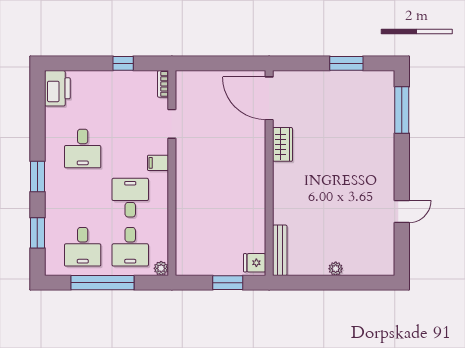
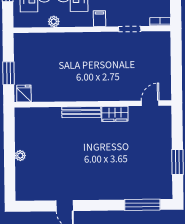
door: (269, 98) -> (150, 103), width x0.53
bench: (280, 250) -> (81, 112), moved
plant: (161, 268) -> (54, 22), moved

